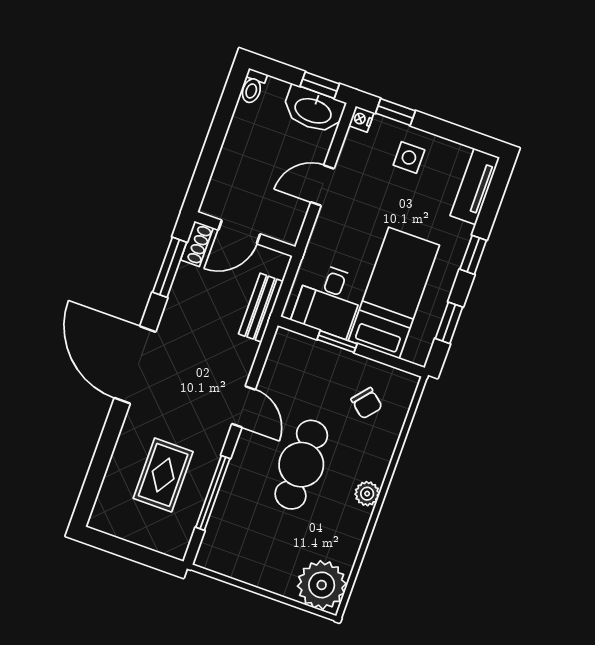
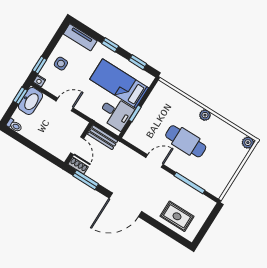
door: (322, 185) -> (65, 104), swing flipped
bench: (261, 308) -> (103, 137), moved
chair: (367, 403) -> (165, 106), removed
rug: (163, 475) -> (177, 216), moved
plant: (322, 585) -> (248, 143), width x0.53, depth x0.53

